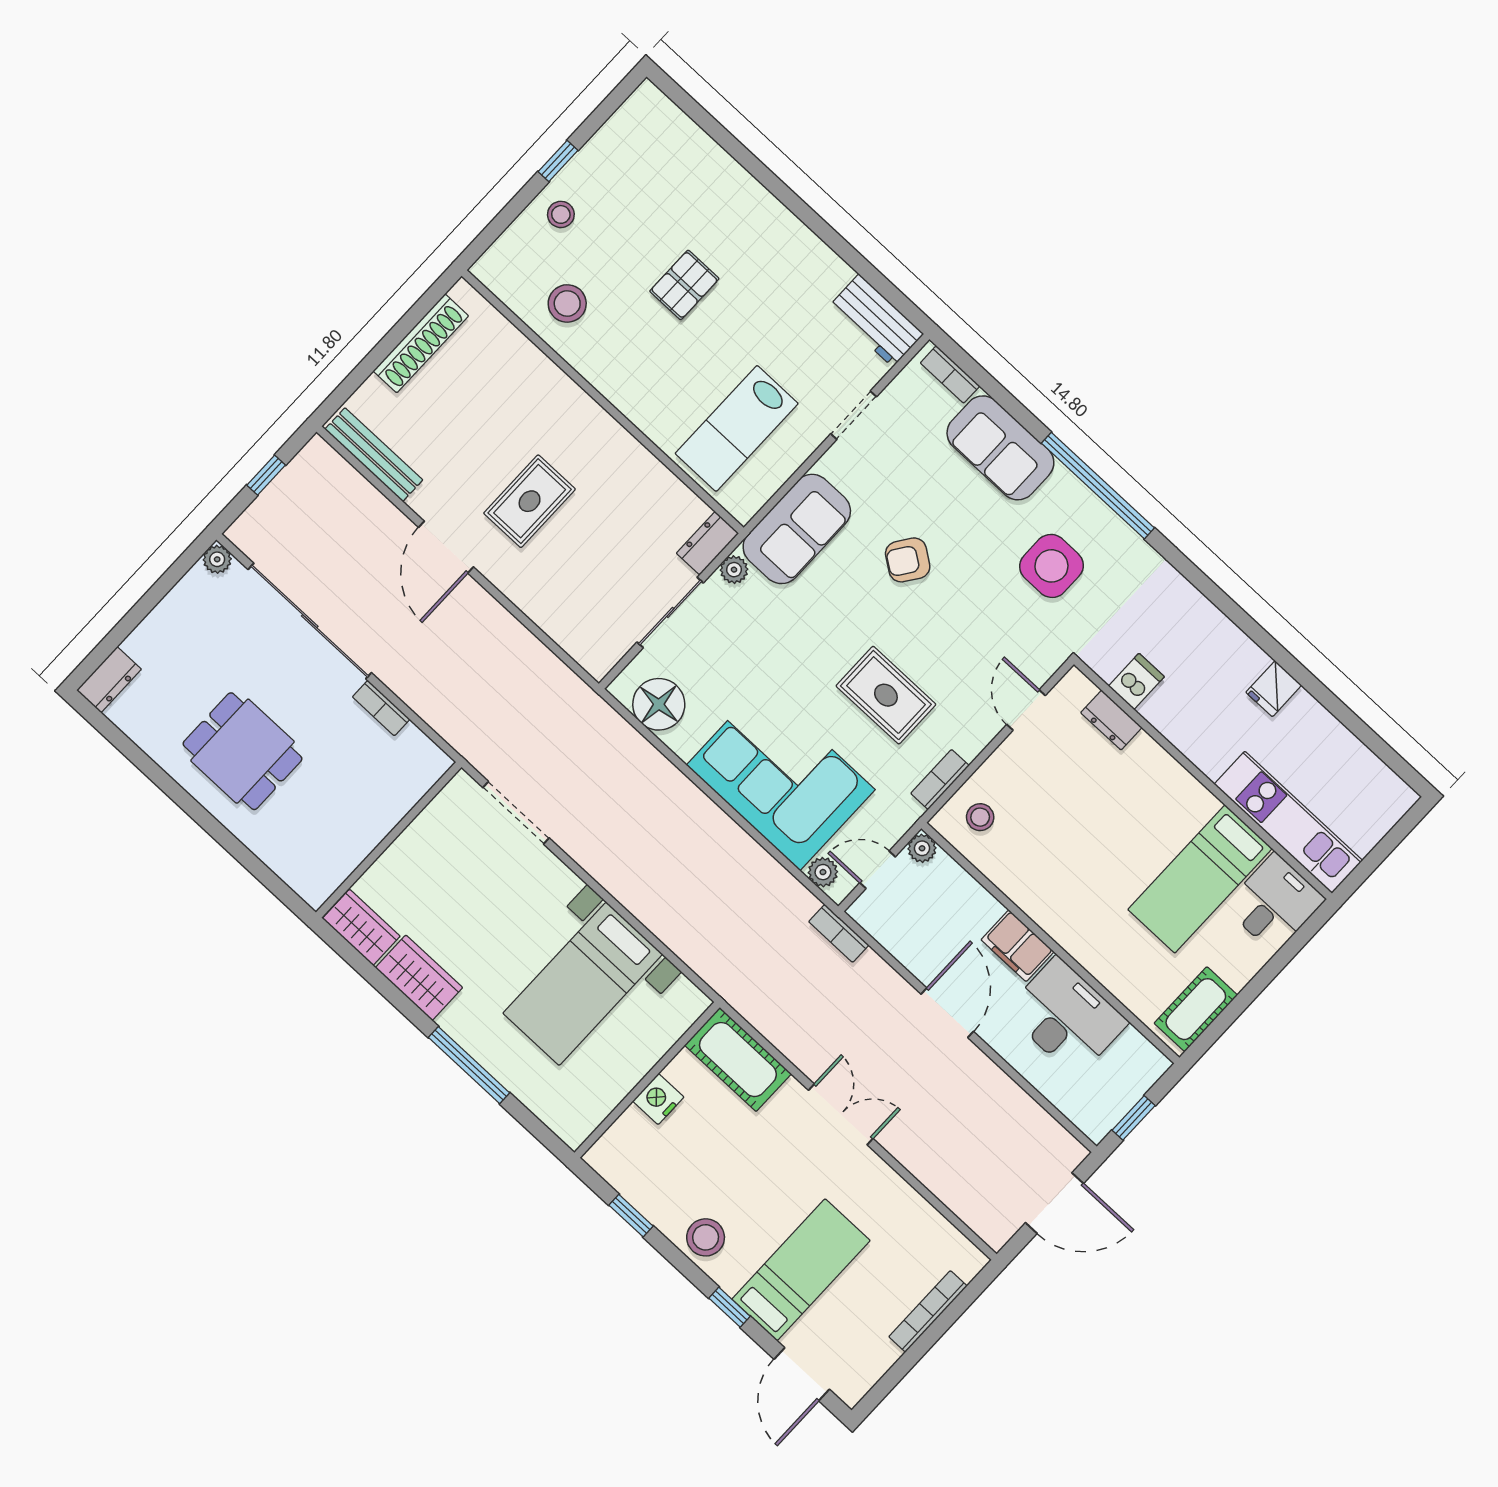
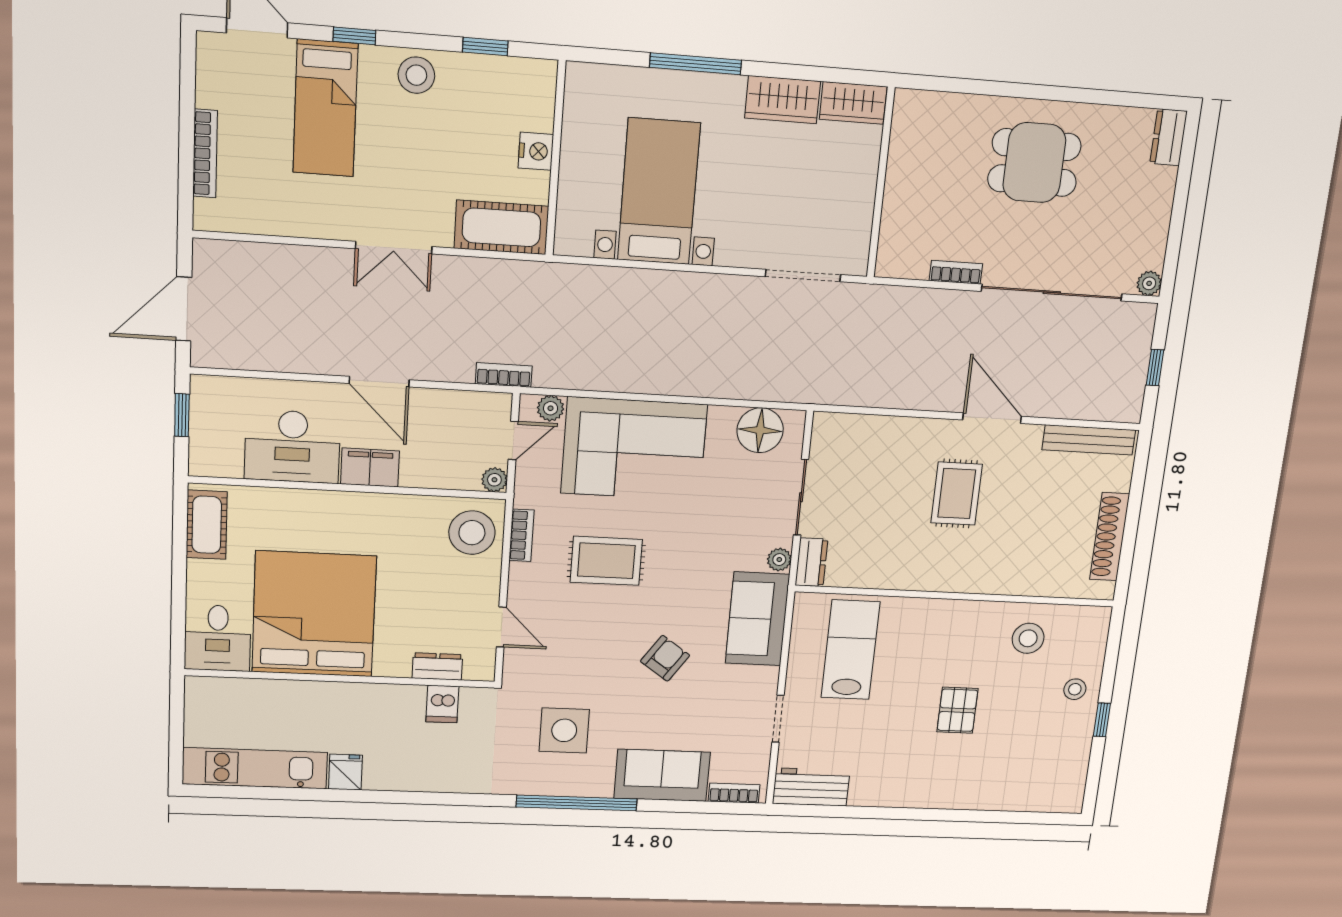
stool: (980, 817) -> (472, 533), width x1.89, depth x1.89
kitchen unit: (1288, 822) -> (255, 768), moved, turned 180
bed: (1200, 879) -> (314, 614), width x2.04

